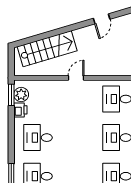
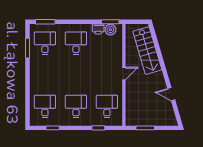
door: (76, 78) -> (124, 74), hinge flipped

